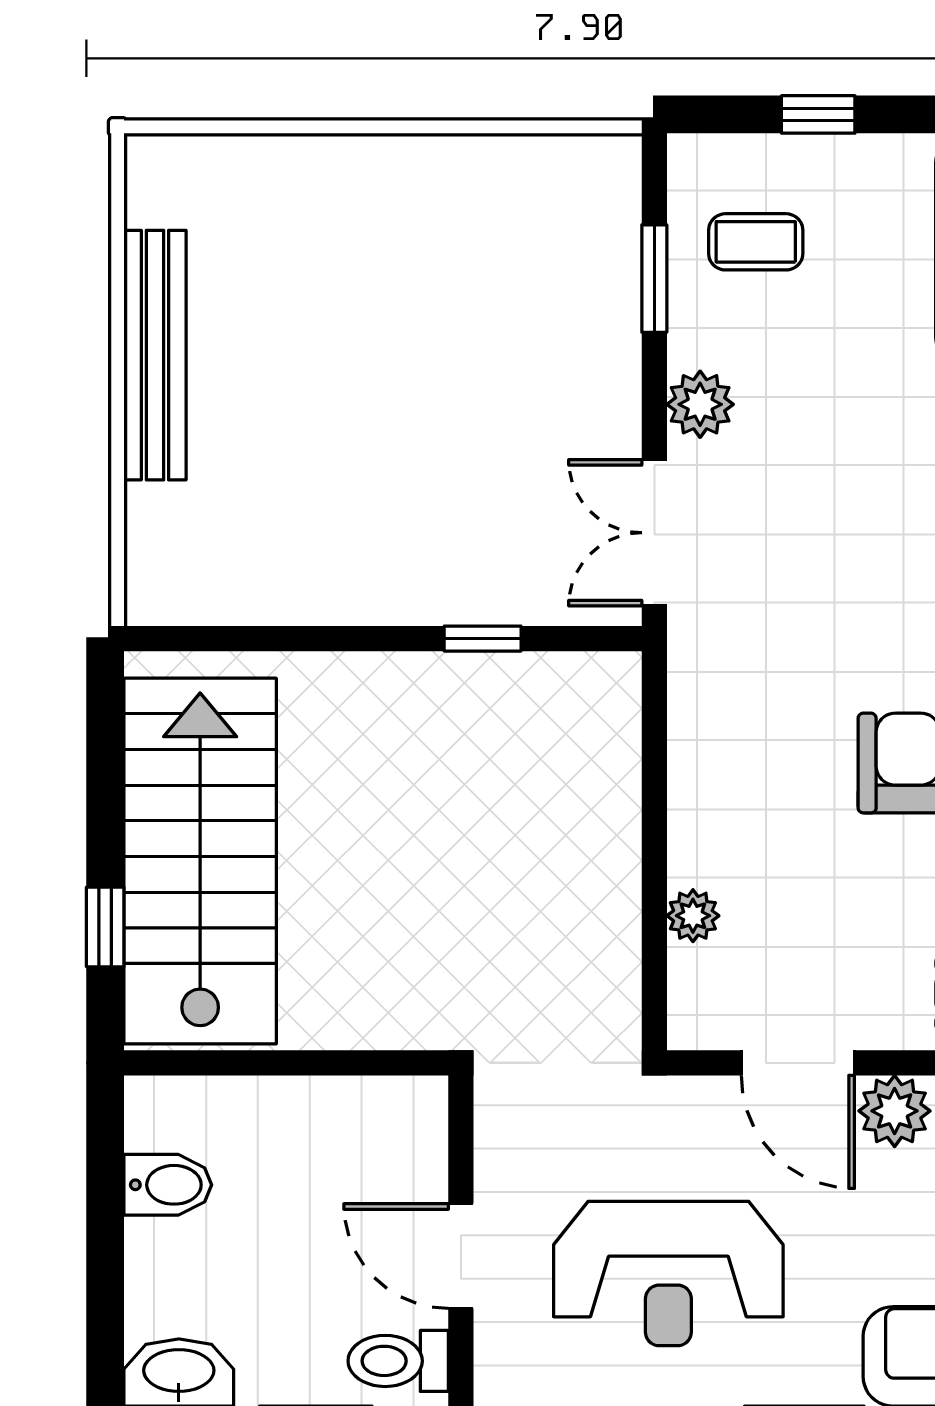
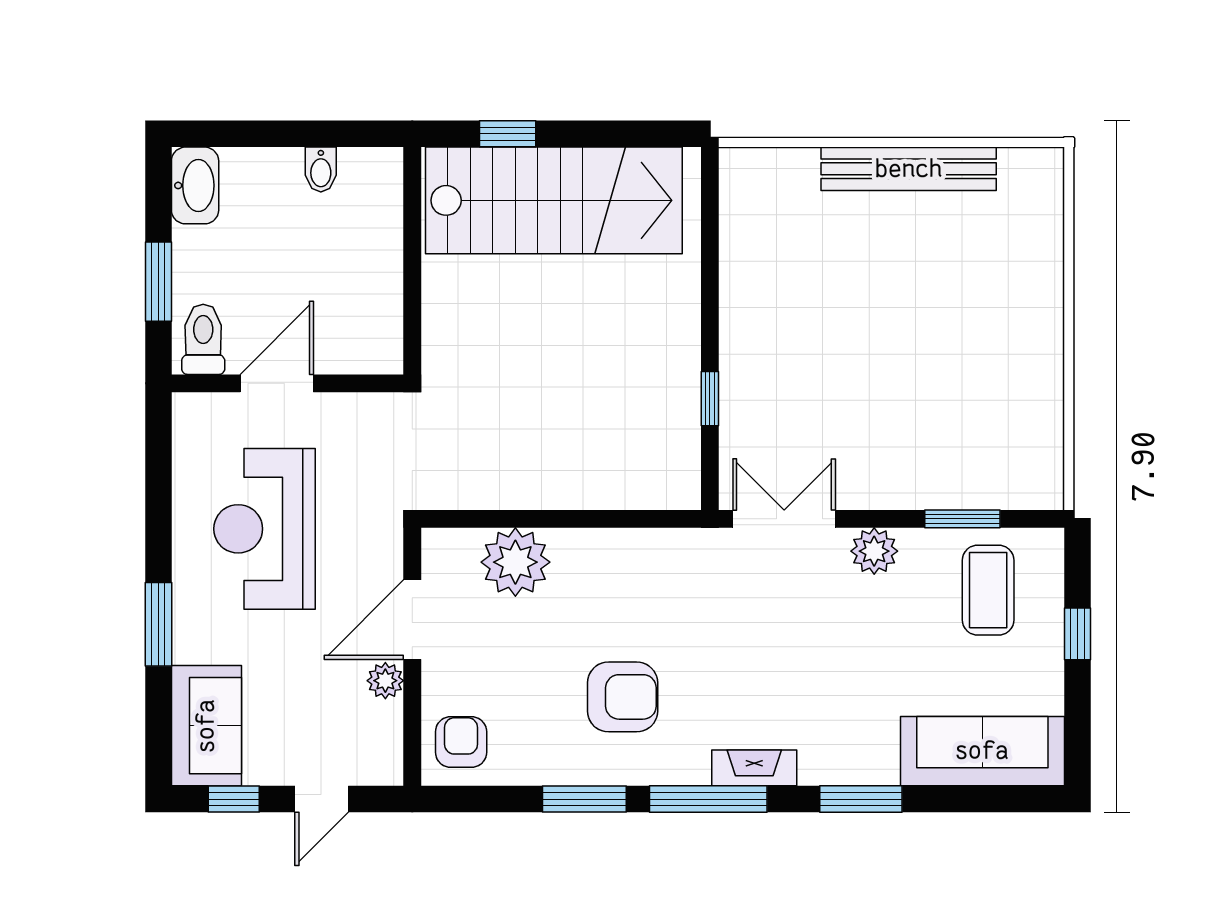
coffee table: (756, 242) -> (988, 590), width x1.36, depth x1.30
plant: (693, 916) -> (515, 562), width x1.88, depth x1.88
plant: (895, 1111) -> (385, 681), width x0.73, depth x0.73
bidet: (168, 1185) -> (321, 170), width x0.72, depth x0.74

